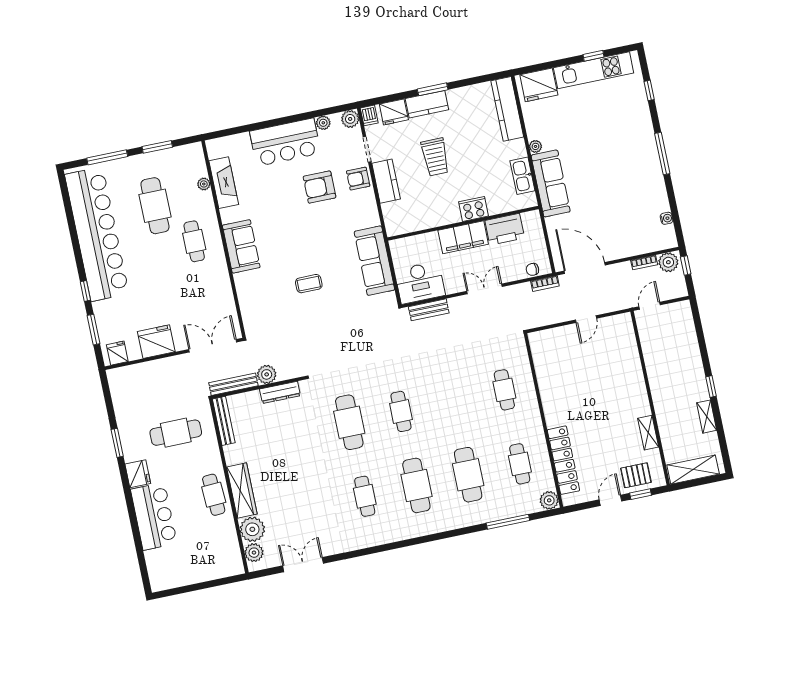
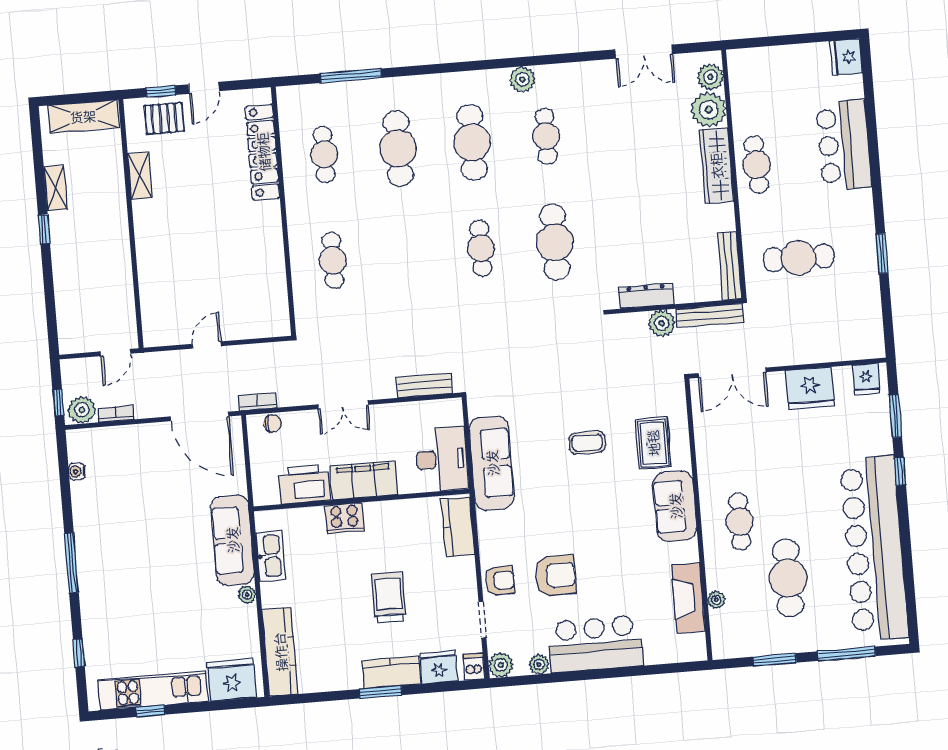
kitchen counter: (386, 181) -> (458, 527), moved
desk: (420, 283) -> (442, 459), moved, turned 90
rug: (262, 289) -> (653, 443), added
fridge: (138, 474) -> (846, 57), moved
plant: (549, 500) -> (522, 79), moved

